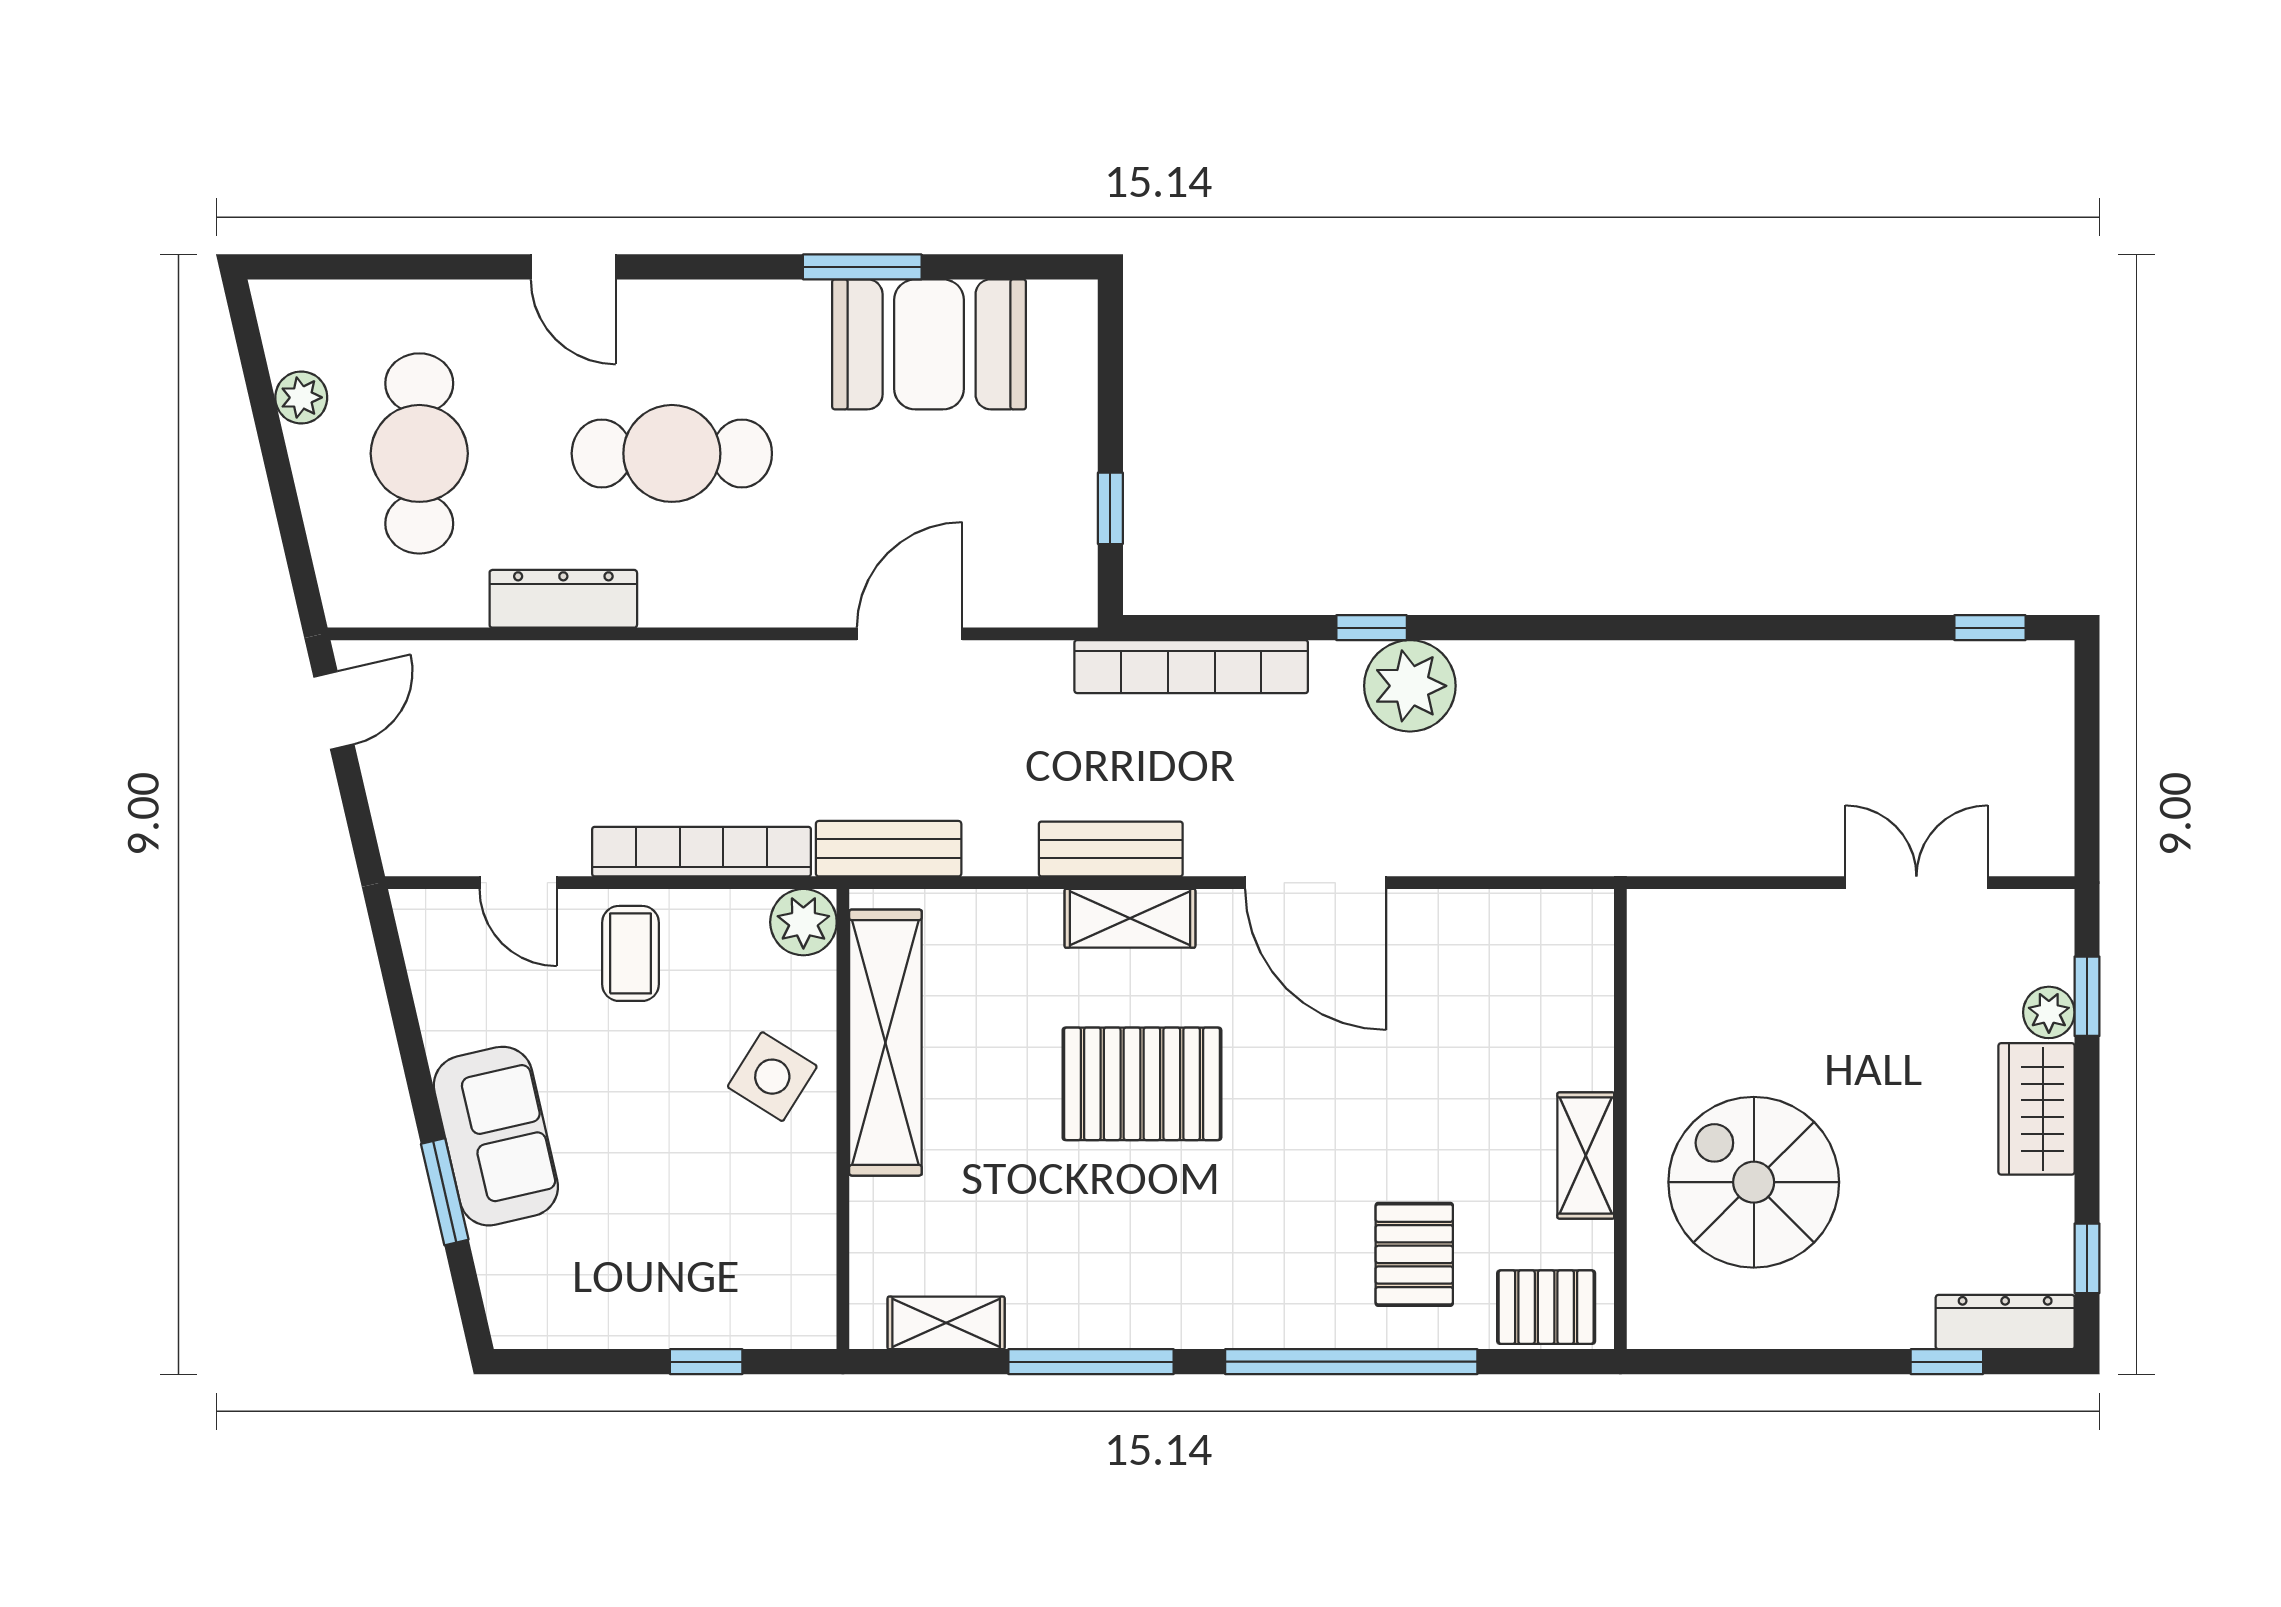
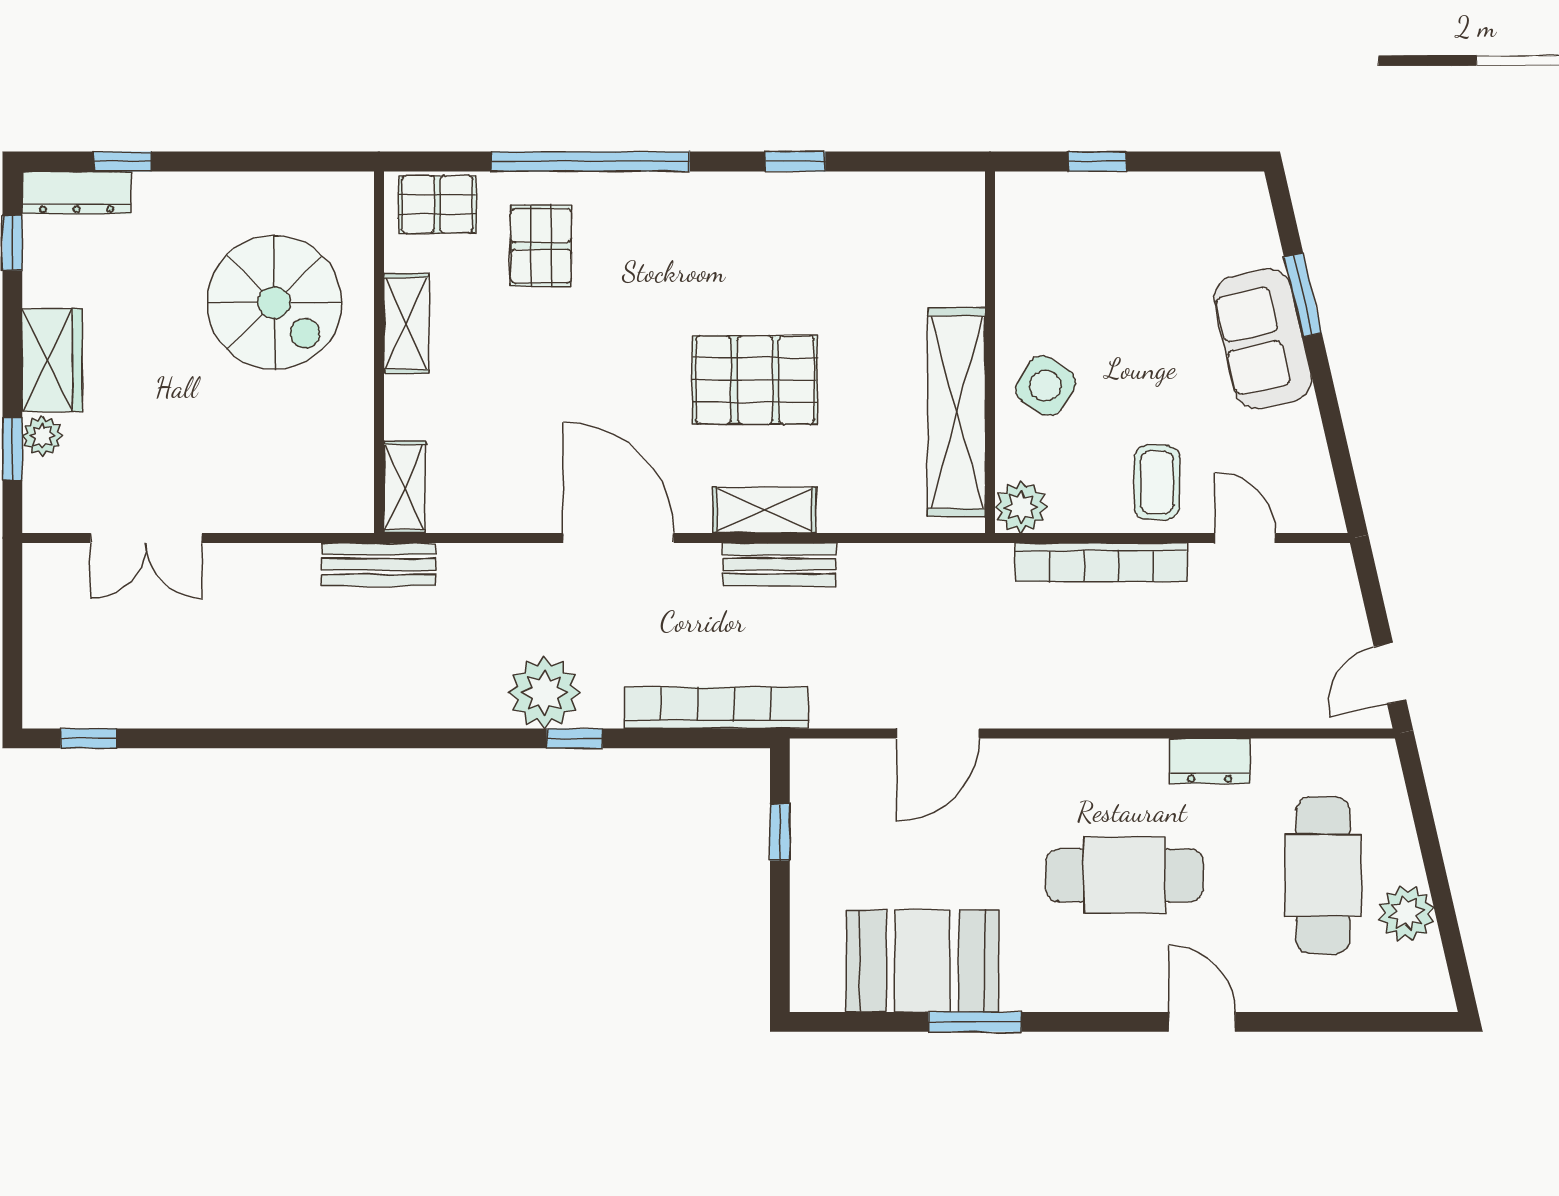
plant: (301, 397) -> (1407, 914), width x1.38, depth x1.38
dresser: (563, 599) -> (1210, 761), width x0.70
bench: (889, 849) -> (379, 565), moved
shelving: (946, 1323) -> (404, 487), moved, turned 90
window: (1091, 1362) -> (795, 162), width x0.46

